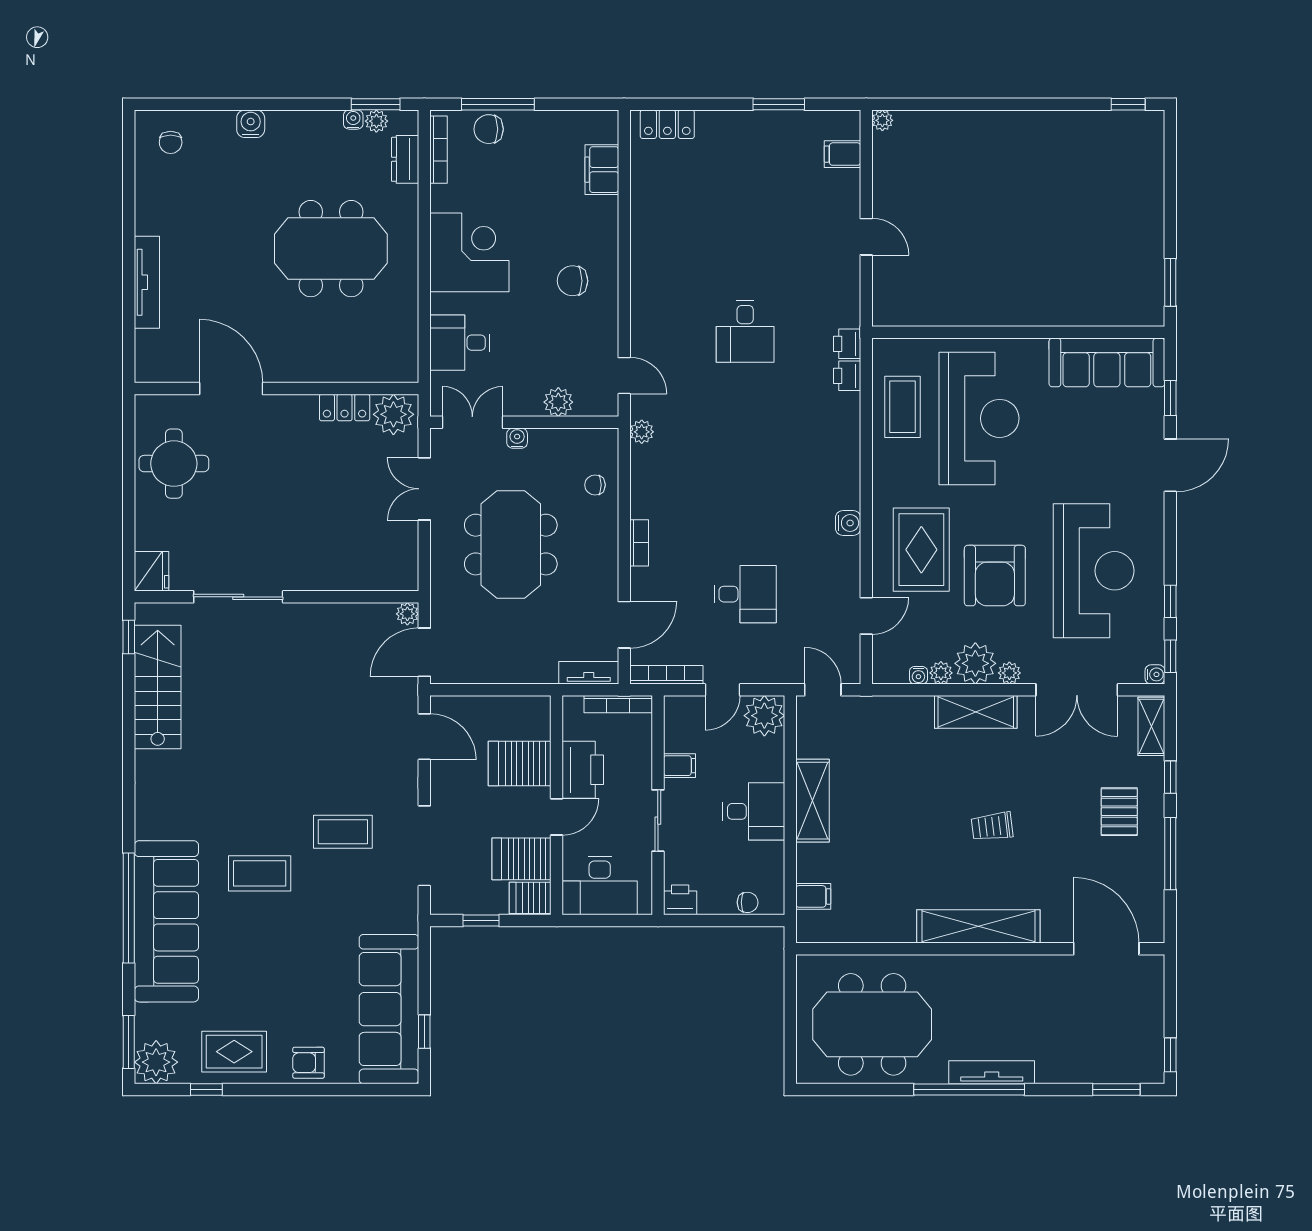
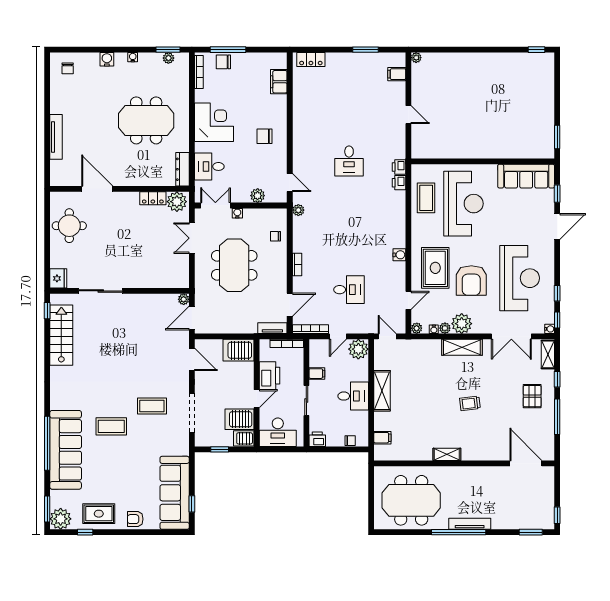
water cooler: (353, 120) -> (133, 57), moved
dresser: (405, 159) -> (182, 169), moved, width x1.44
plant: (1009, 673) -> (417, 328), moved
server rack: (520, 764) -> (239, 350), moved
shelving: (978, 926) -> (447, 454), width x0.45, depth x0.75

